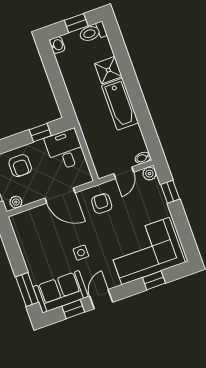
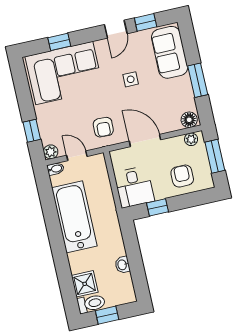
washbasin: (57, 45) -> (122, 265), moved
shower: (108, 70) -> (85, 284), moved
bathtub: (120, 104) -> (74, 217), width x1.36, depth x1.36
door: (124, 173) -> (77, 156), hinge flipped
floor lamp: (20, 221) -> (189, 120), added
window: (27, 290) -> (198, 80), moved
sofa: (61, 292) -> (170, 52), moved, turned 90

